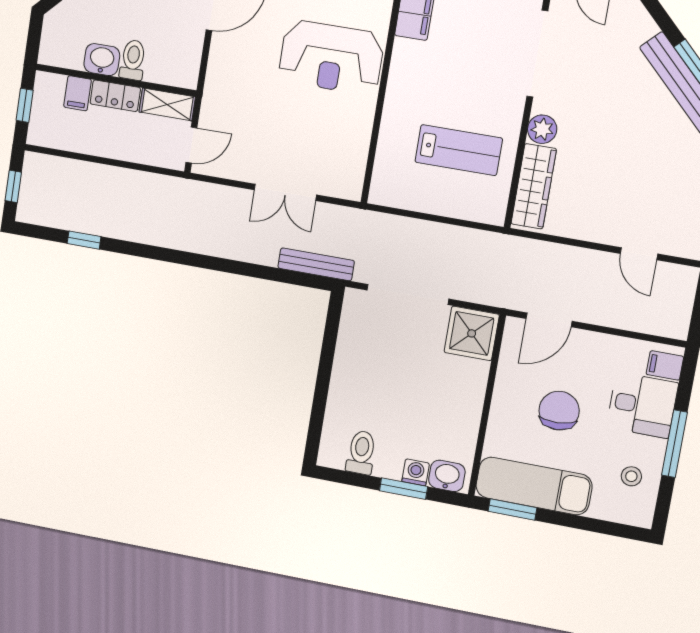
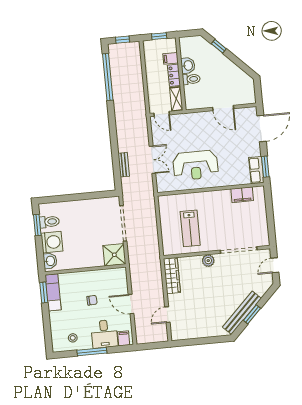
reception desk: (331, 57) -> (195, 165), moved, turned -90
wardrobe: (534, 186) -> (172, 276), moved, turned -90
double door: (285, 192) -> (152, 160), swing flipped
window: (84, 240) -> (108, 77), width x3.17
bench: (316, 264) -> (124, 165), moved, width x0.73
door: (549, 320) -> (131, 304), moved
chair: (559, 411) -> (92, 300), width x0.54, depth x0.54
washing machine: (416, 472) -> (52, 242), width x1.89, depth x1.89
exam couch: (534, 486) -> (53, 292), width x0.73, depth x0.69
window: (404, 489) -> (37, 225), moved

